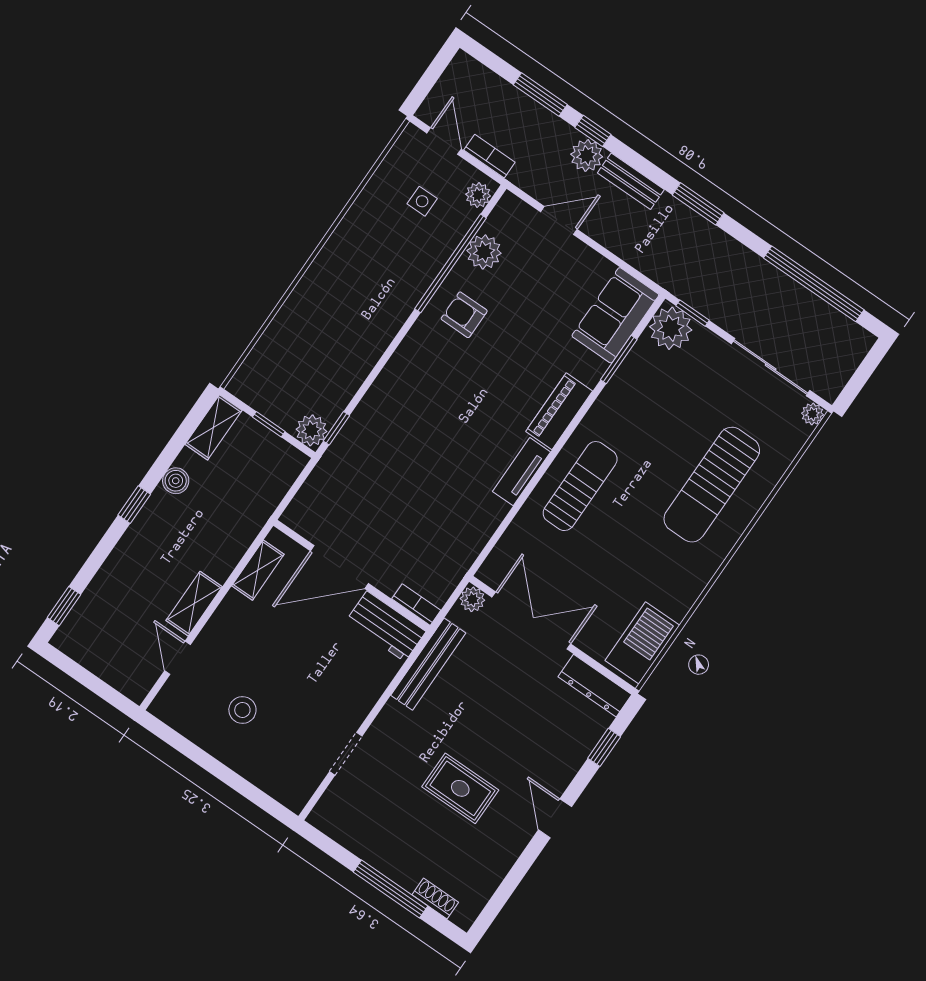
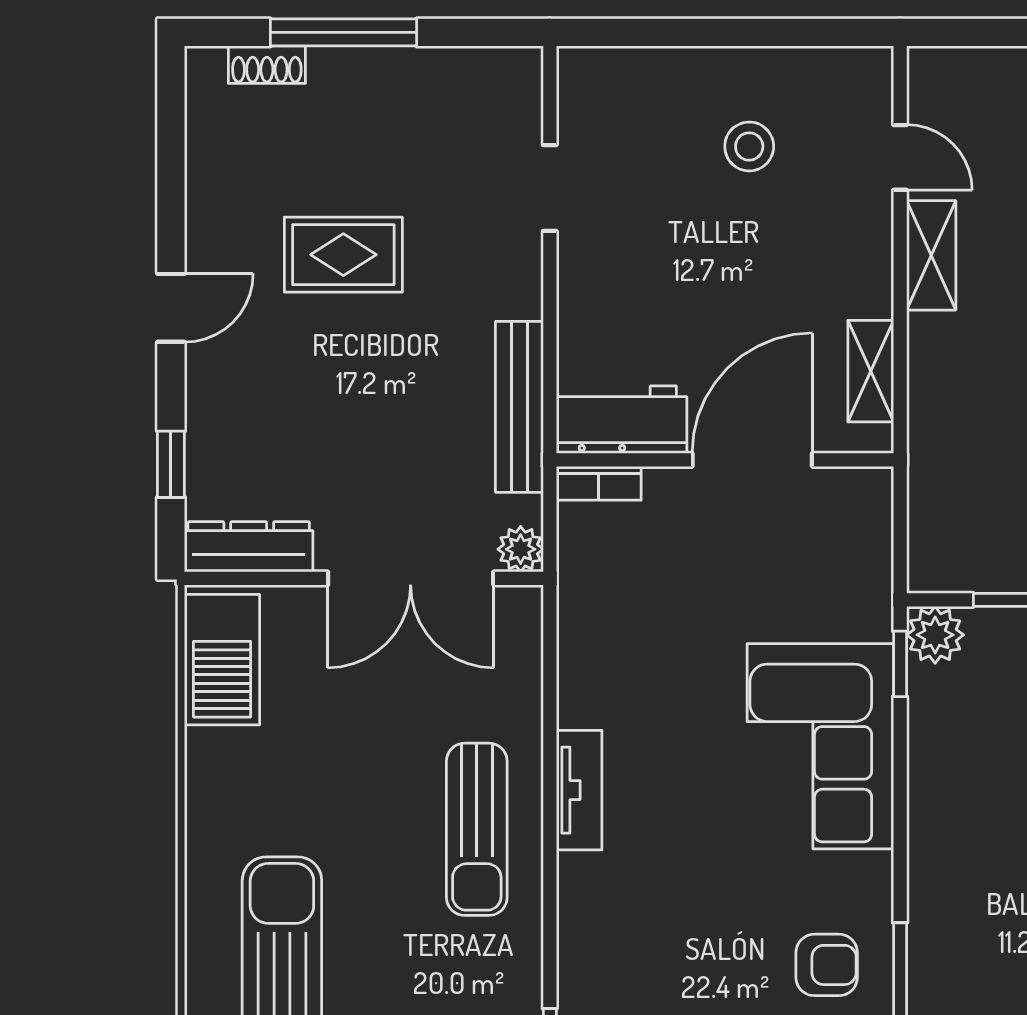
piano: (559, 411) -> (585, 919), removed
corner sofa: (398, 416) -> (820, 746), added
door: (555, 818) -> (171, 308), hinge flipped

